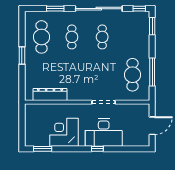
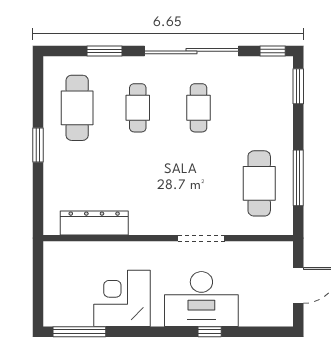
window: (43, 149) -> (79, 332), width x1.44
window: (97, 149) -> (210, 332), moved

